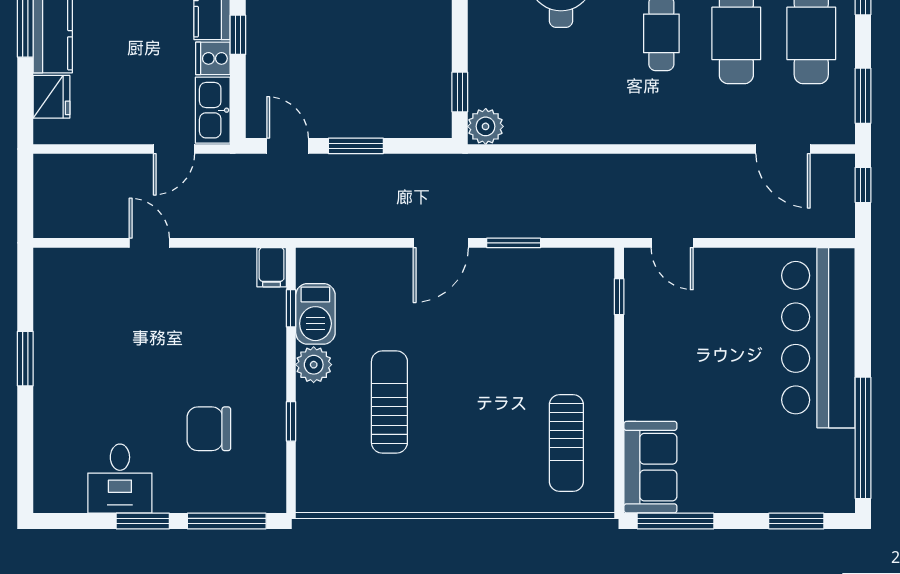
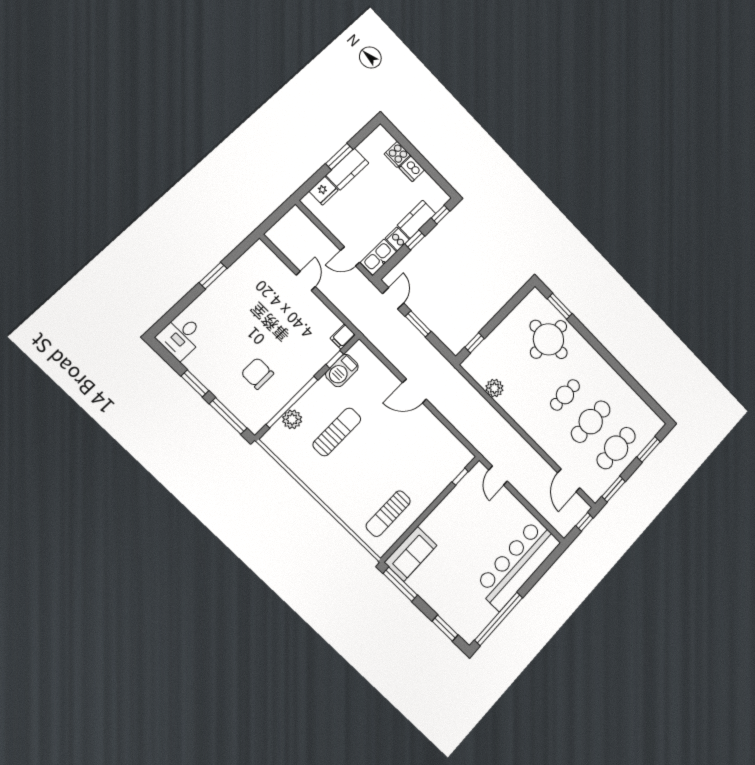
plant: (486, 126) -> (494, 388), moved
window: (514, 243) -> (441, 418), removed
plant: (314, 365) -> (292, 419), moved
window: (291, 421) -> (292, 402), width x3.17
desk: (120, 479) -> (181, 337), moved

